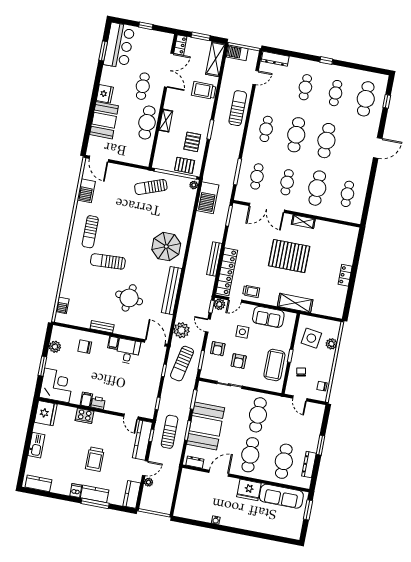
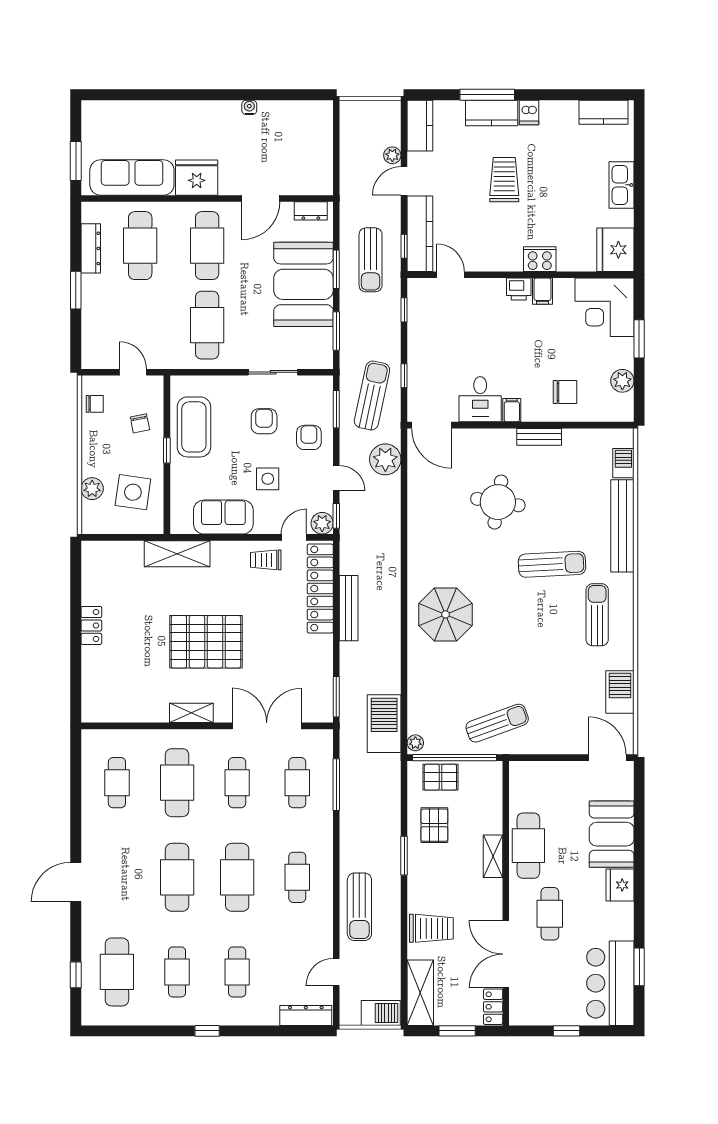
bench: (172, 291) -> (622, 526), moved

